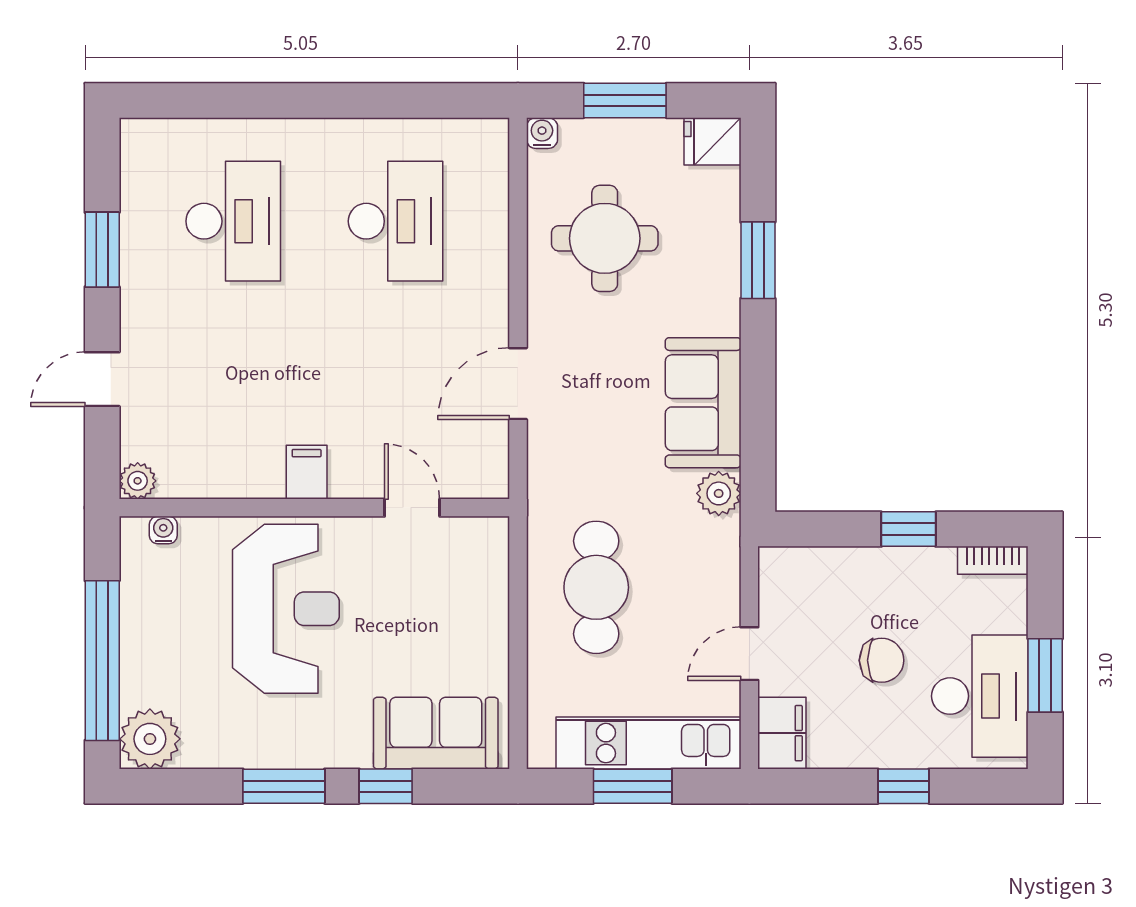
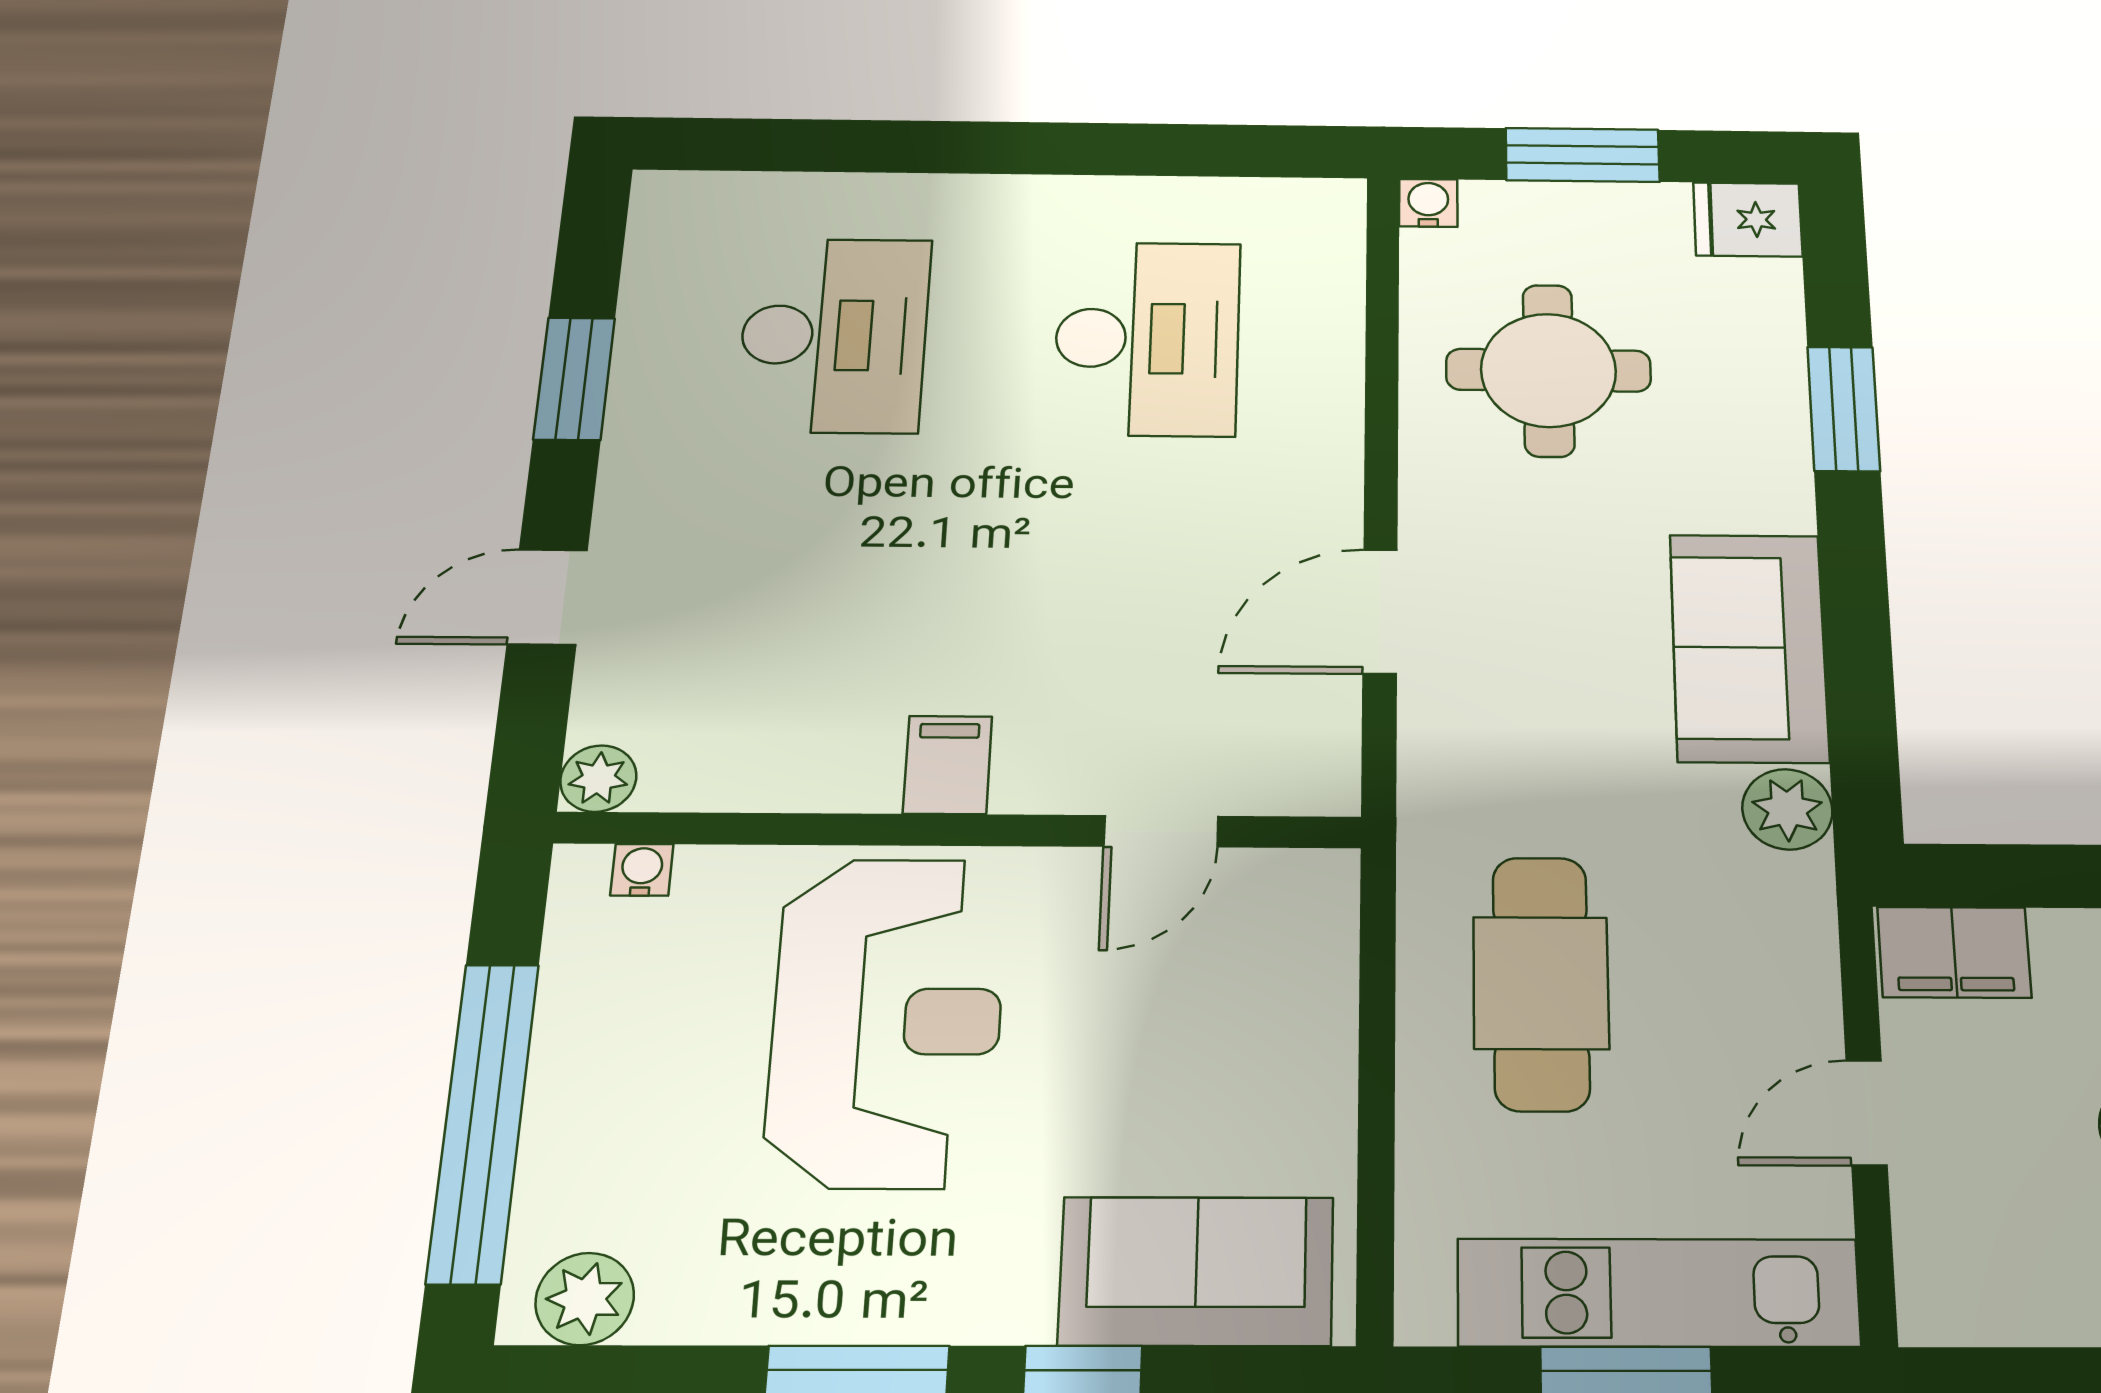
door: (412, 508) -> (1161, 831), swing flipped
filing cabinet: (782, 733) -> (1954, 952), moved, turned 90
plant: (150, 739) -> (585, 1299), width x0.73, depth x0.73

